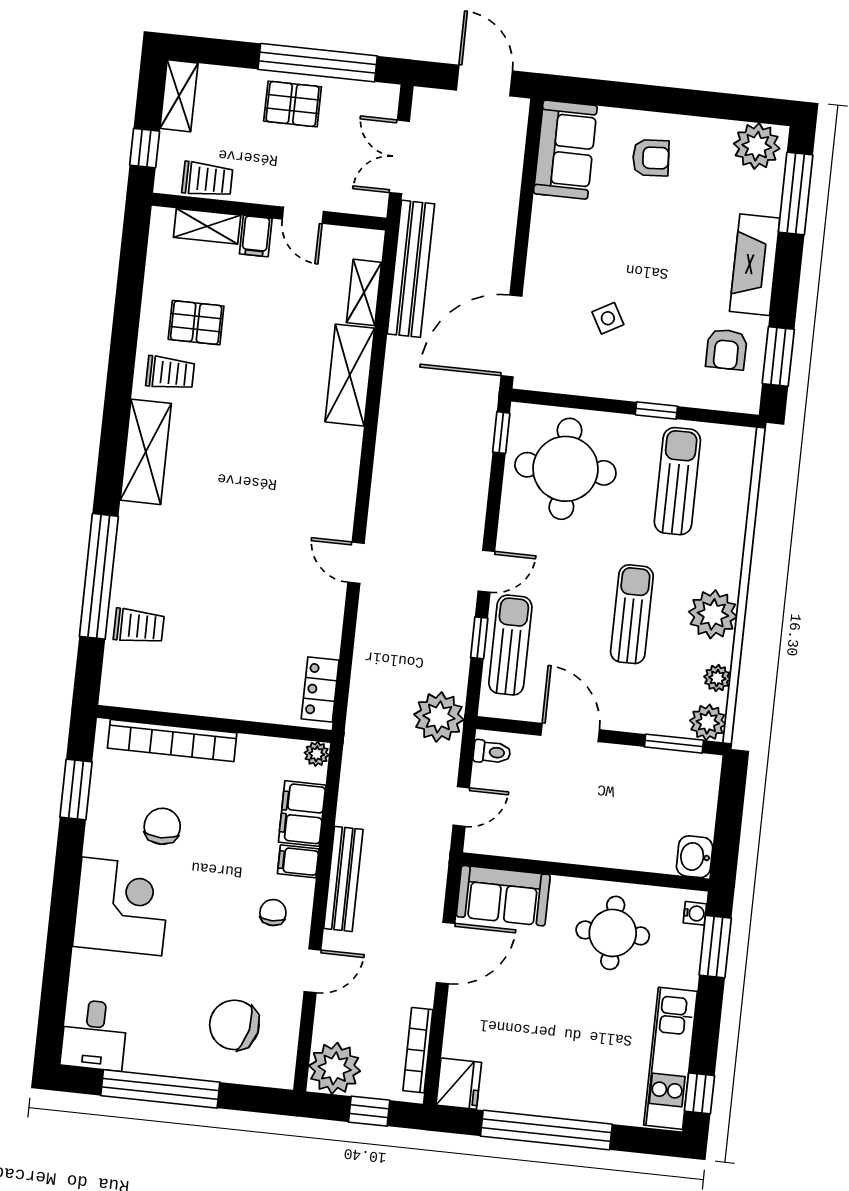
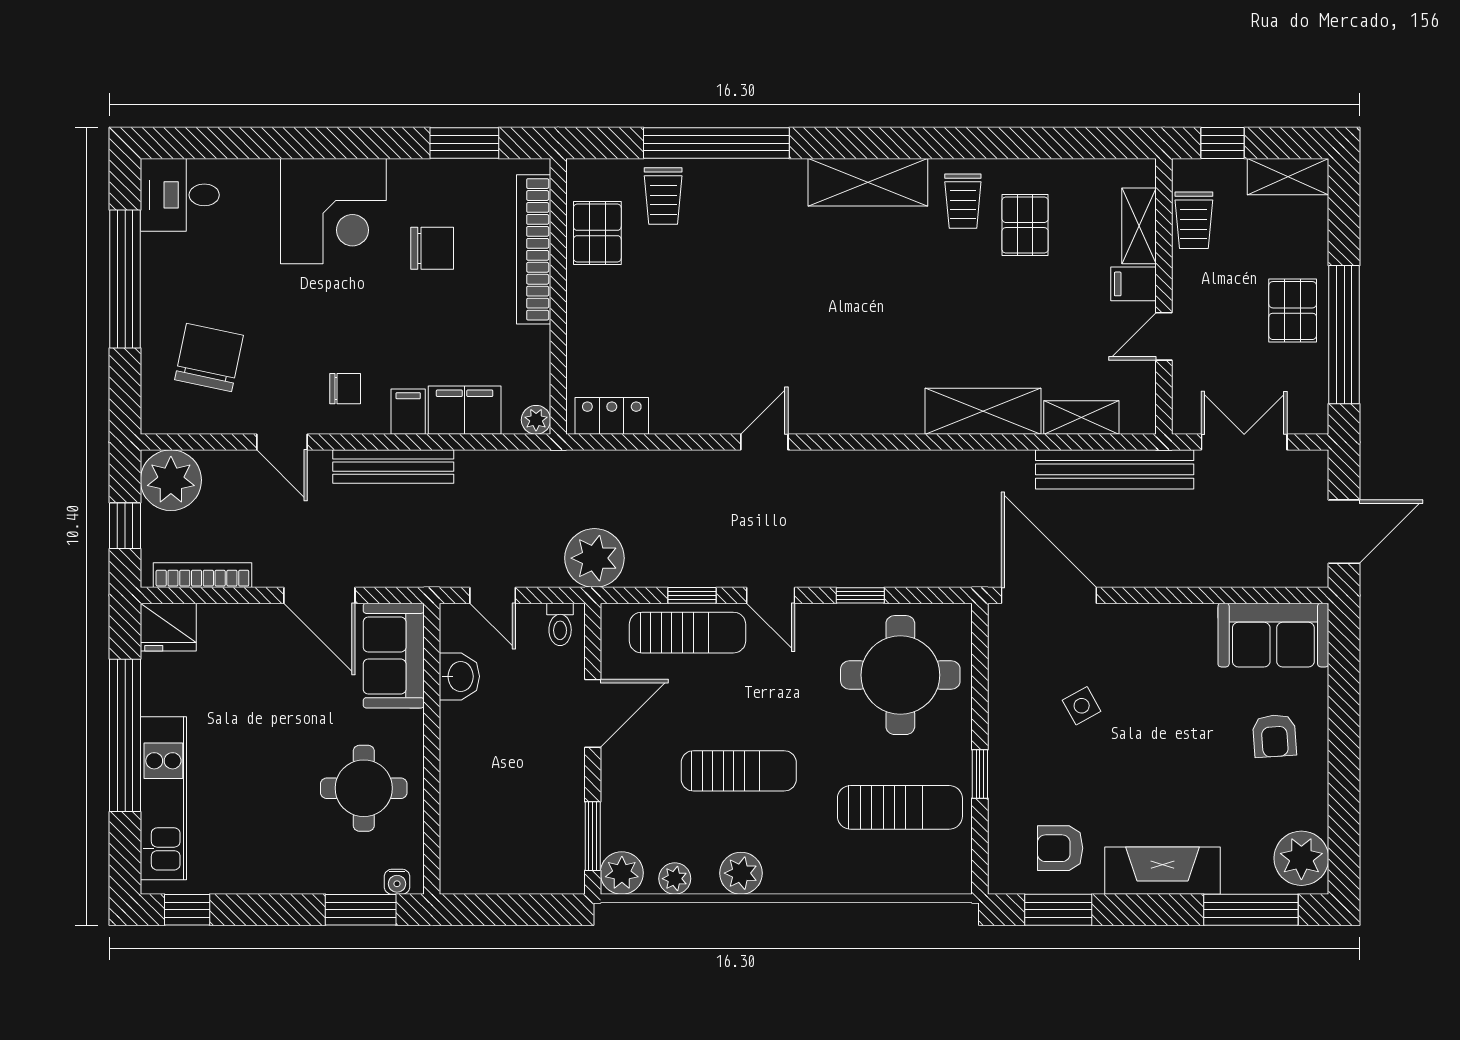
window: (501, 433) -> (860, 595), moved
plant: (713, 614) -> (741, 873), width x0.73, depth x0.73
pallet: (164, 685) -> (597, 233), added
washbasin: (695, 857) -> (459, 676), moved, turned 90
kitchen unit: (670, 1058) -> (163, 798), moved, turned 90

